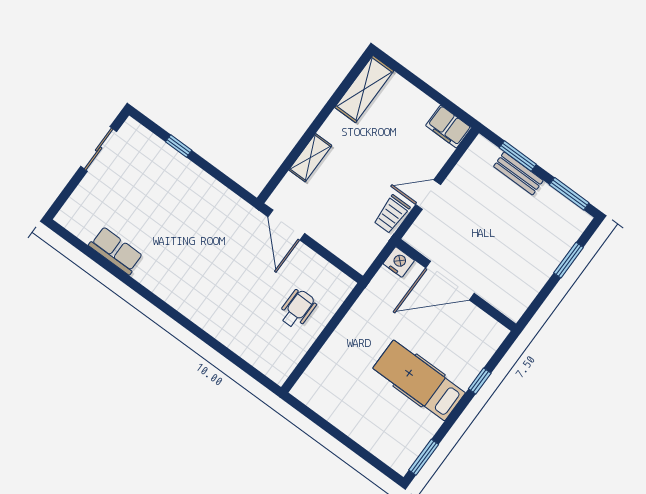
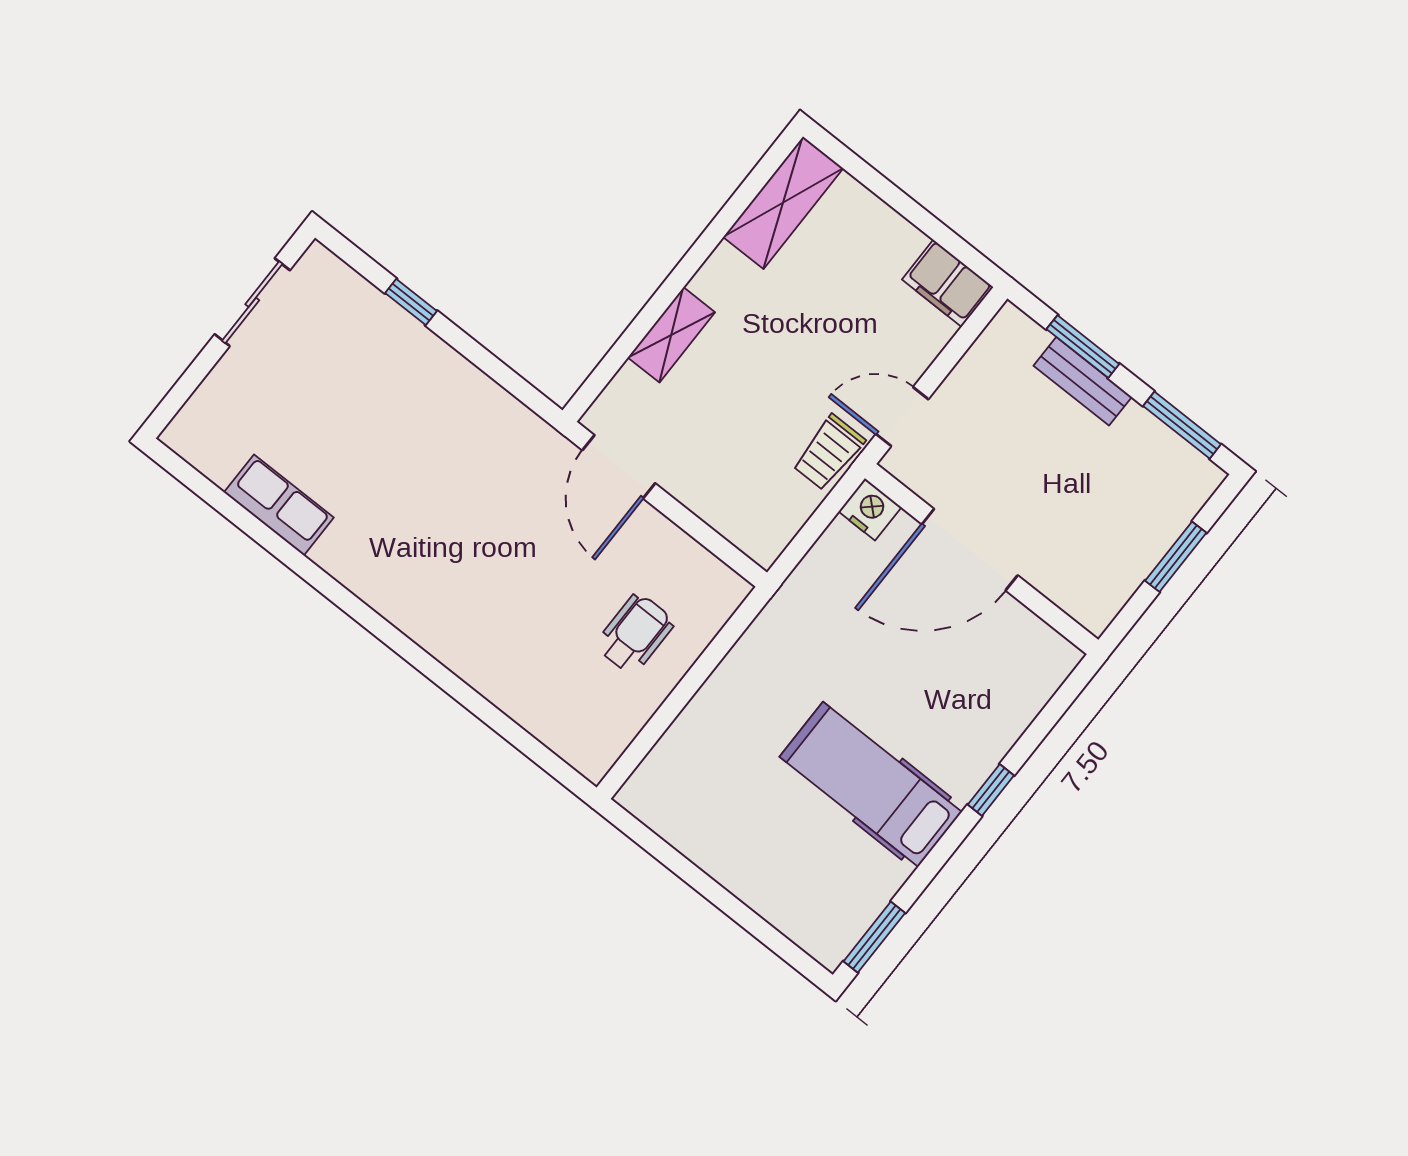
nightstand: (399, 262) -> (870, 509), moved
door: (450, 281) -> (970, 550), moved
wall: (456, 285) -> (982, 559), moved

